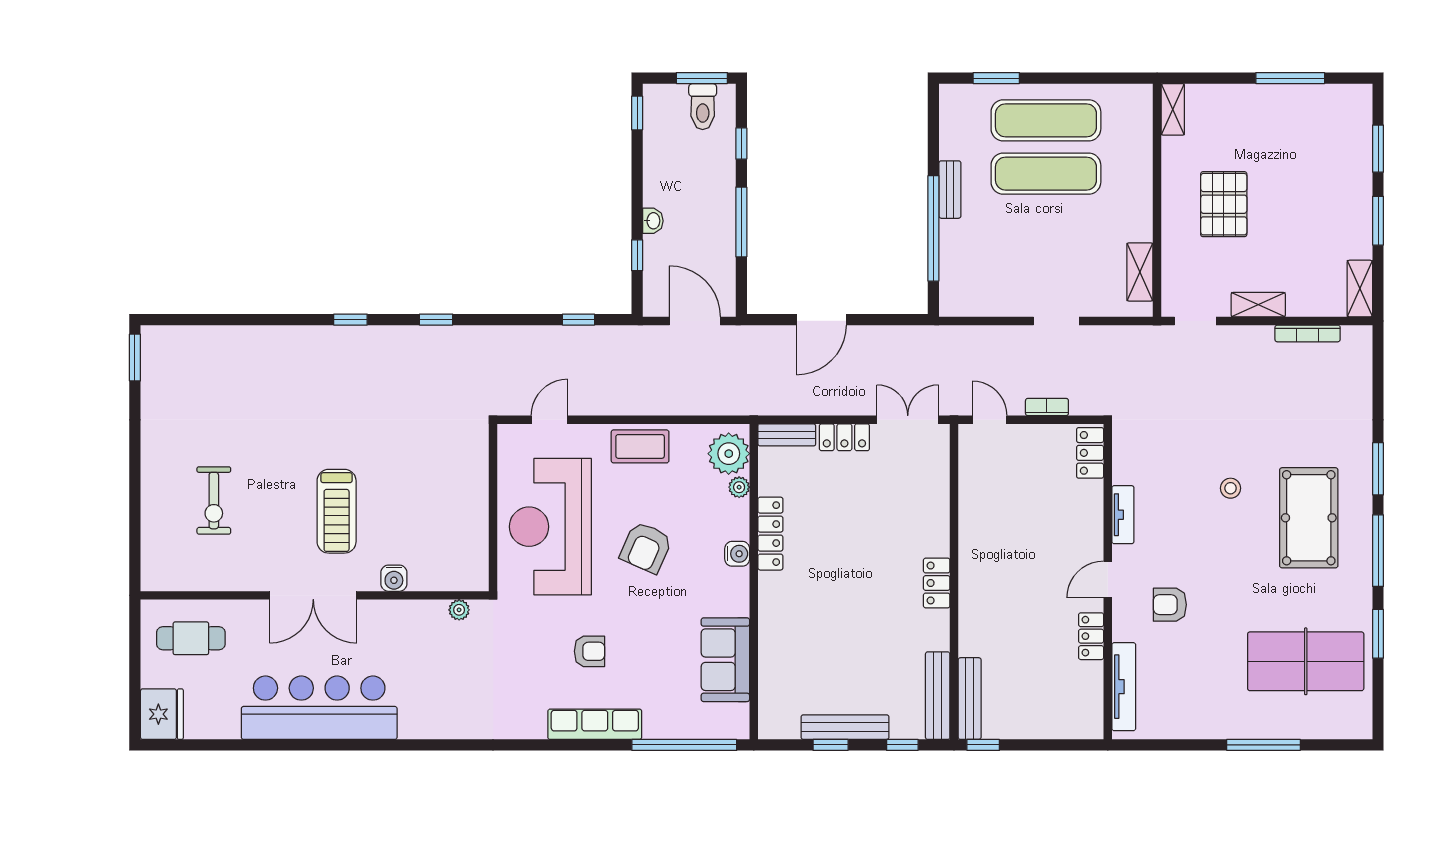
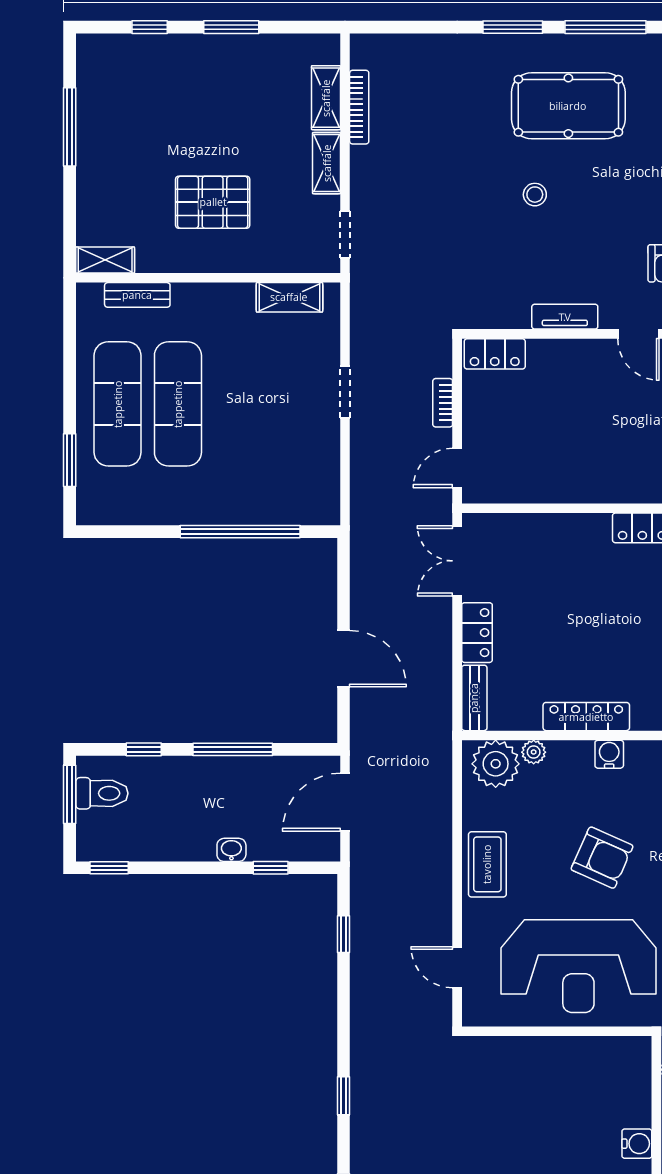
window: (1378, 149) -> (150, 27), width x0.67
bench: (950, 190) -> (137, 295), moved
shelving: (1360, 289) -> (326, 98), moved, turned 90

